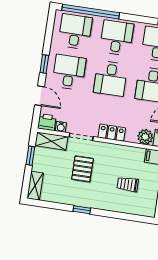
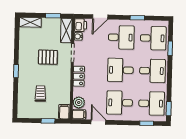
window: (91, 12) -> (170, 48), width x0.32
window: (44, 64) -> (137, 18), moved
window: (82, 210) -> (16, 71), moved

